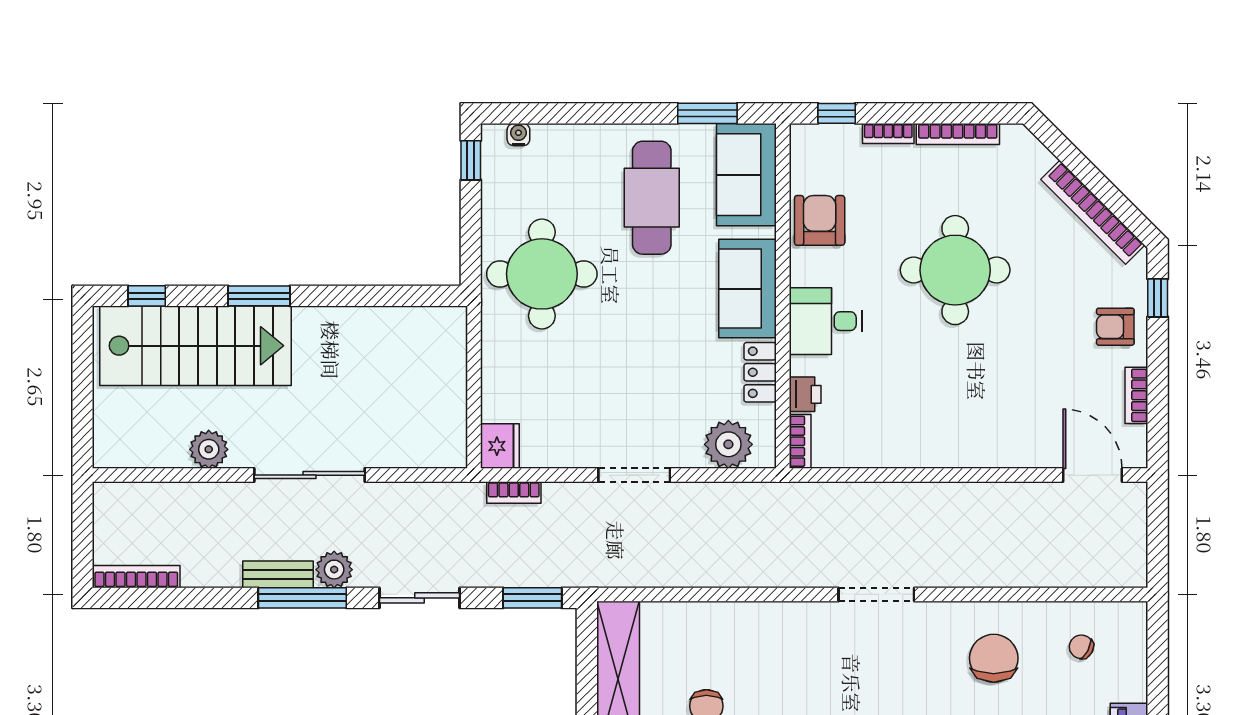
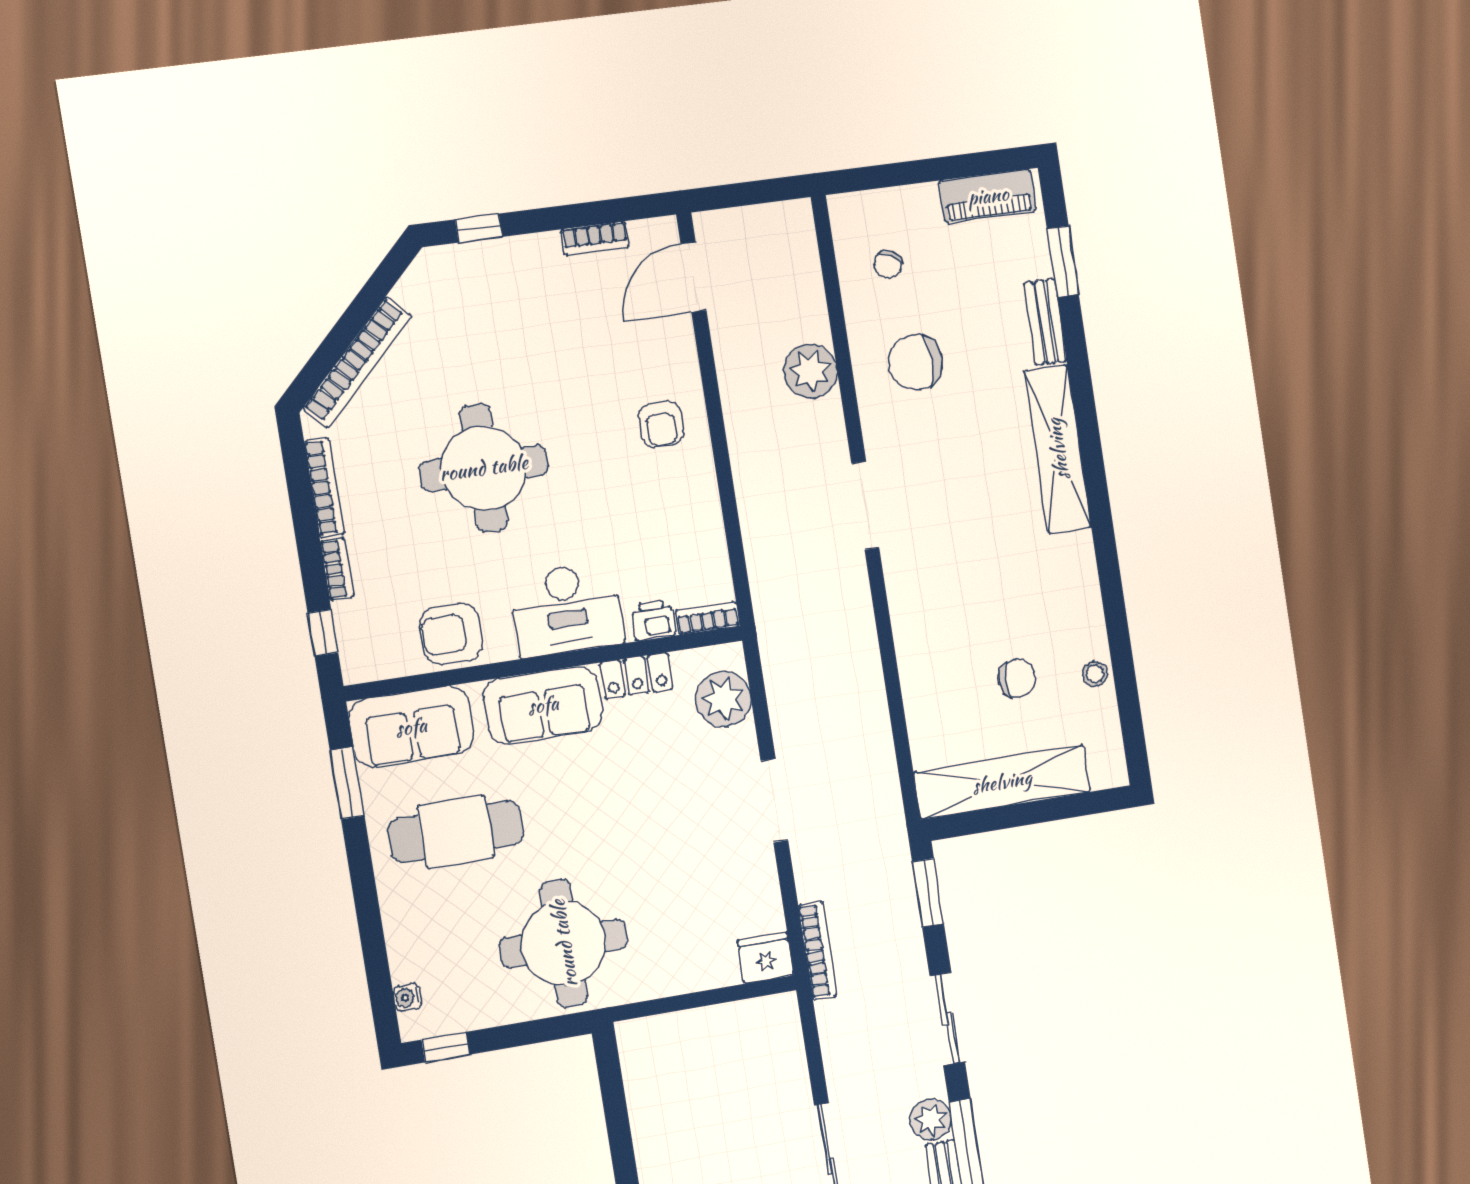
bookcase: (1093, 212) -> (357, 362), moved
desk: (826, 321) -> (566, 609), width x1.37
armchair: (1115, 327) -> (661, 424), moved
bookcase: (514, 492) -> (818, 950), width x1.56
plant: (999, 564) -> (811, 371), added

